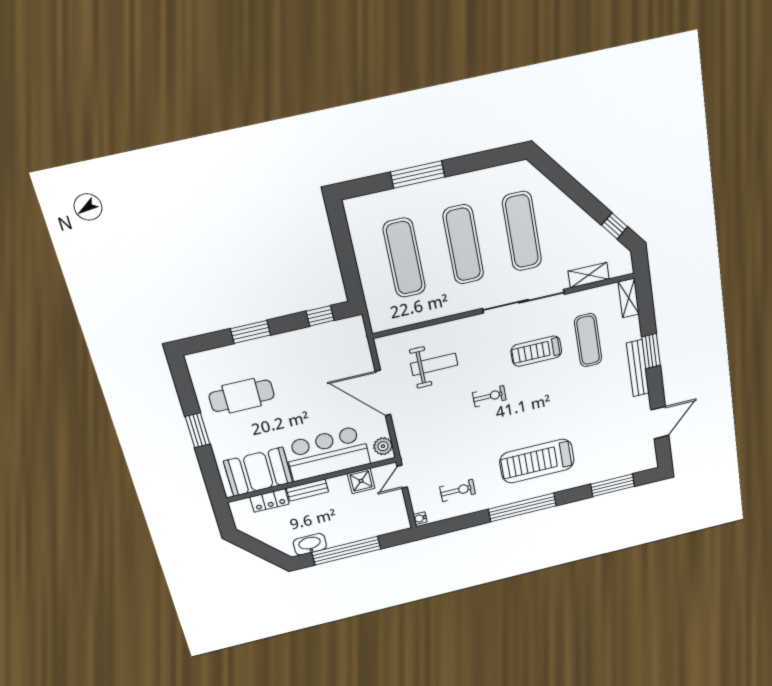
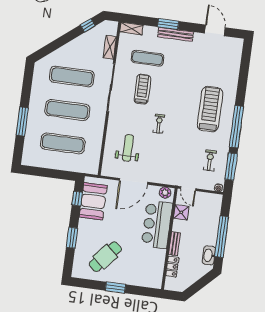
treadmill: (536, 351) -> (142, 89), turned 180
cafe table: (242, 396) -> (105, 257), turned 41
treadmill: (537, 461) -> (210, 109), turned 180
booth: (258, 472) -> (93, 201), moved
window: (613, 485) -> (231, 166), moved

